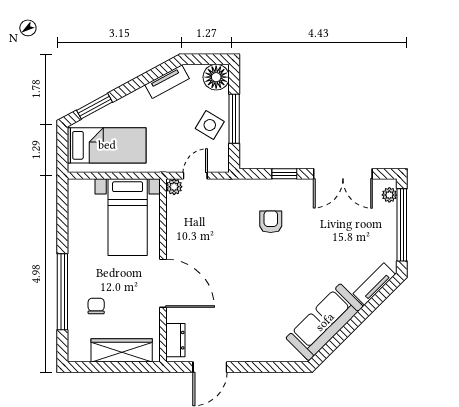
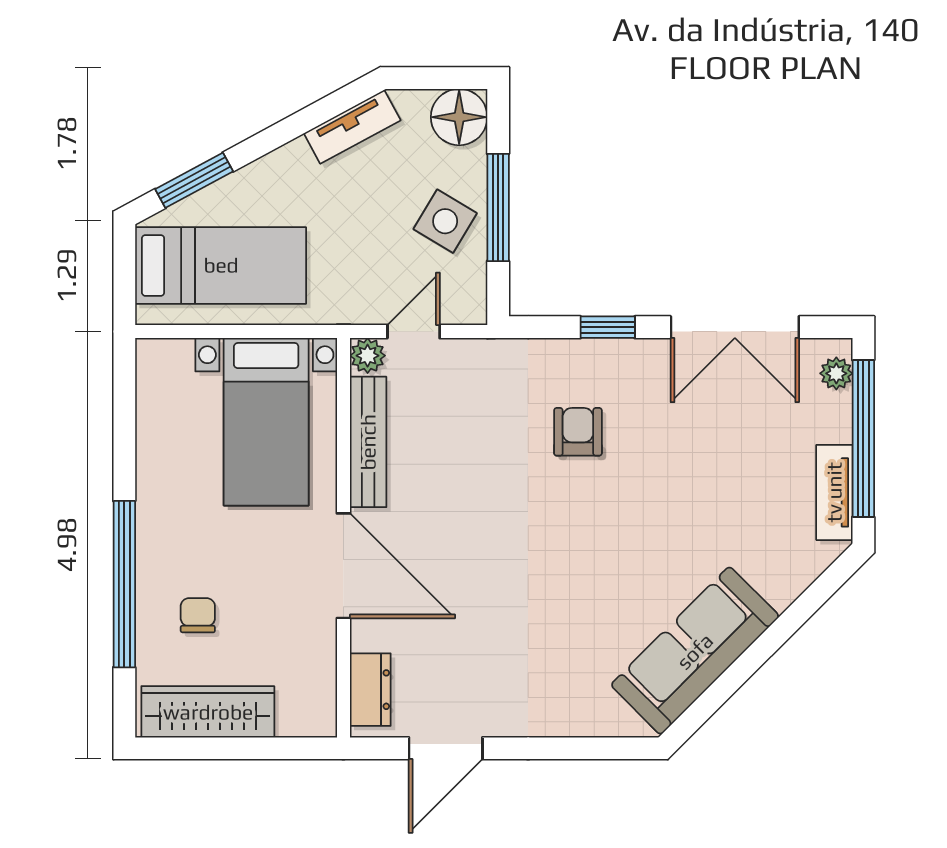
bench: (174, 226) -> (368, 442), added
tv unit: (374, 284) -> (834, 492), moved, turned -45
wardrobe: (122, 350) -> (208, 712), moved

